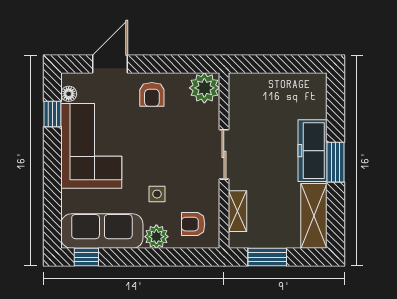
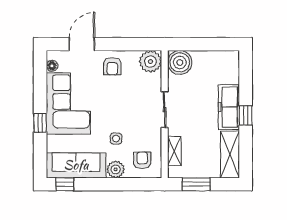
boiler: (245, 89) -> (180, 62), added
window: (52, 114) -> (40, 123), moved
window: (336, 162) -> (246, 115), width x0.67
armchair: (193, 224) -> (142, 160), turned 90

